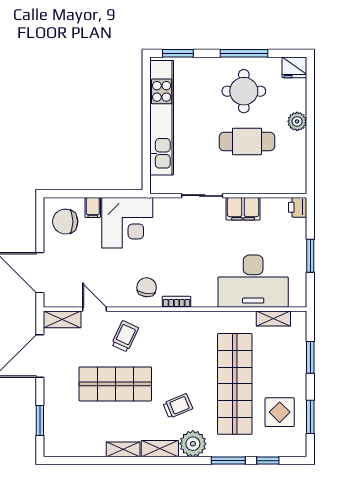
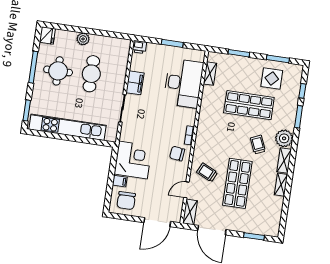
shop shelf: (235, 384) -> (249, 105), width x0.71

